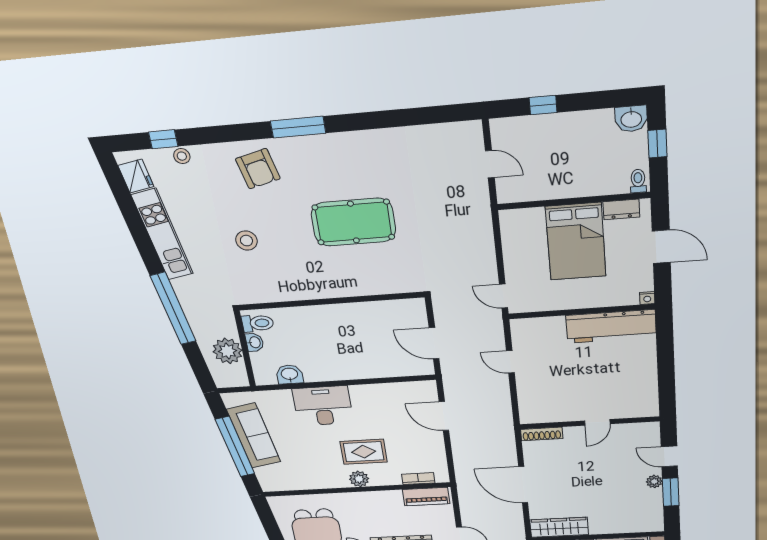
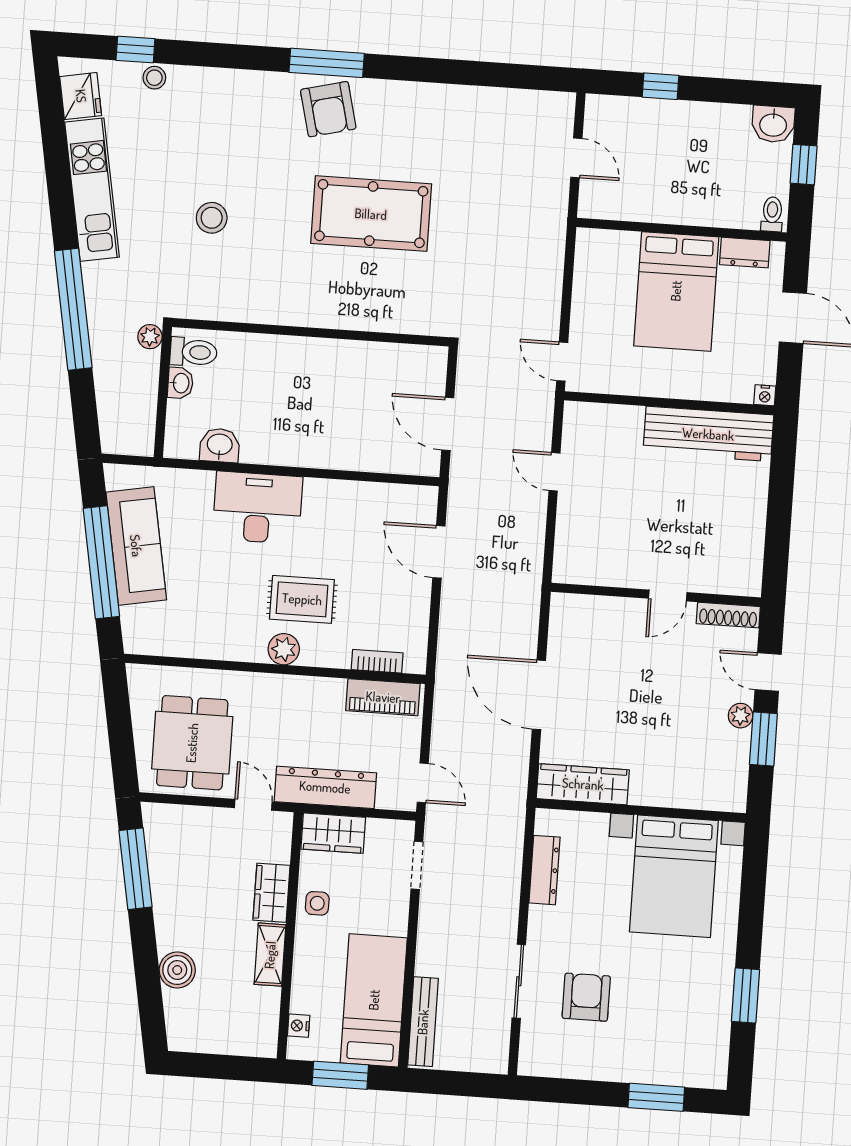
armchair: (258, 169) -> (328, 109), moved
plant: (227, 351) -> (150, 337), moved, width x0.53, depth x0.53
shoe rack: (542, 434) -> (728, 615), moved

